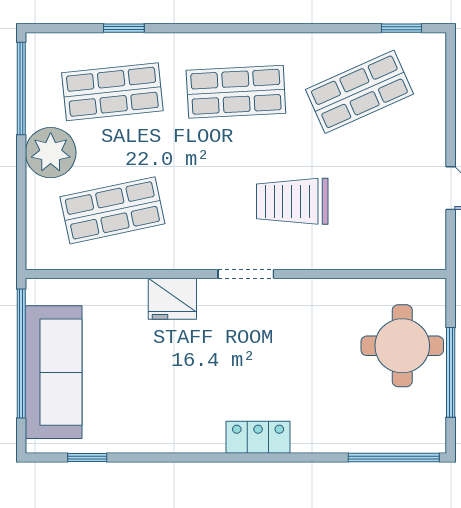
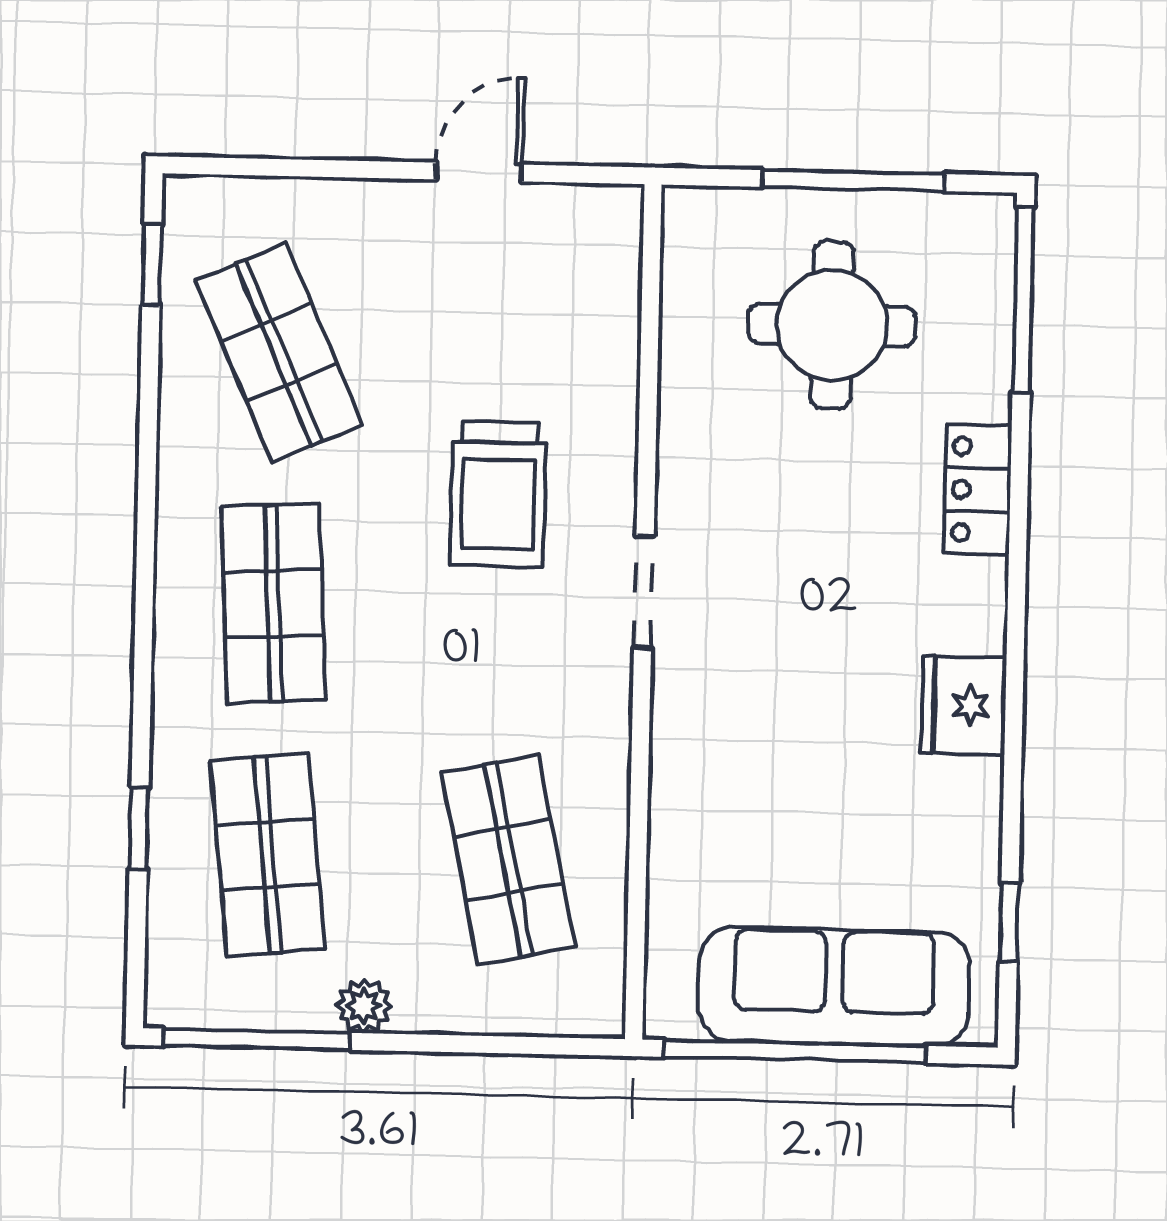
plant: (51, 153) -> (364, 1006), width x0.53, depth x0.53
fridge: (172, 299) -> (964, 705), moved, turned 180
round table: (402, 346) -> (832, 325), moved
locker: (258, 437) -> (978, 490), moved

